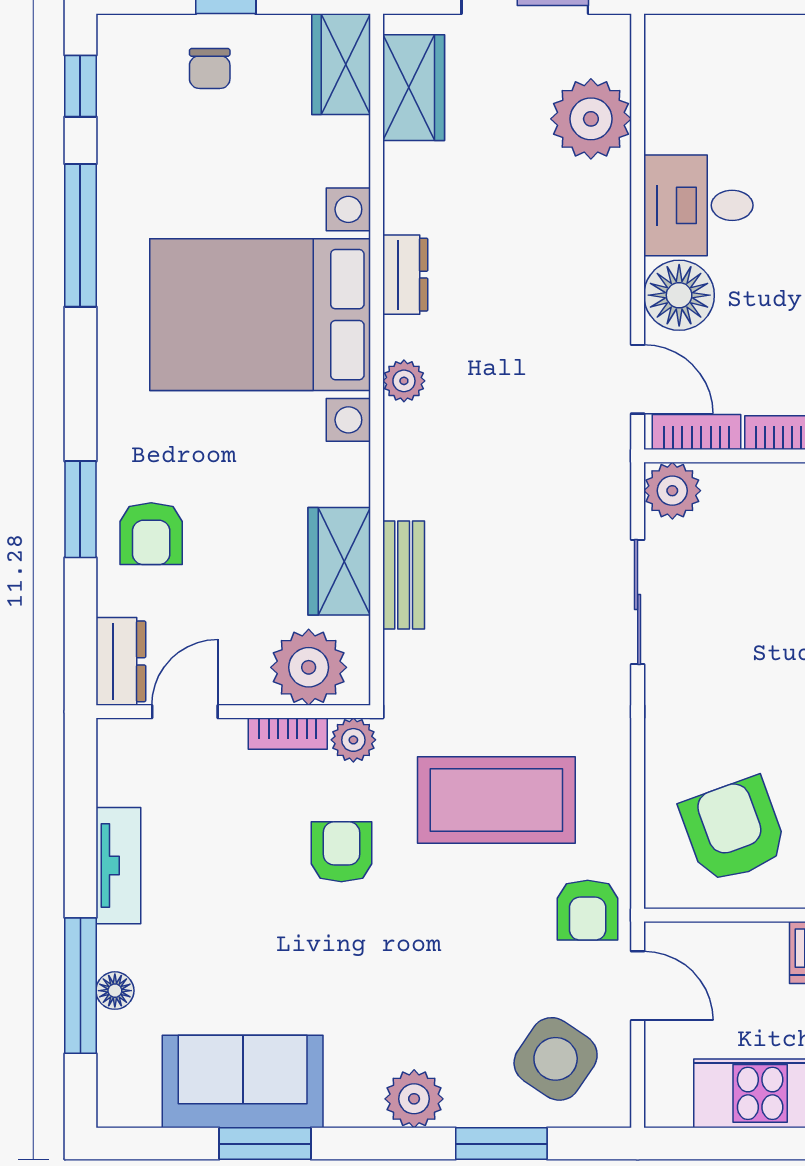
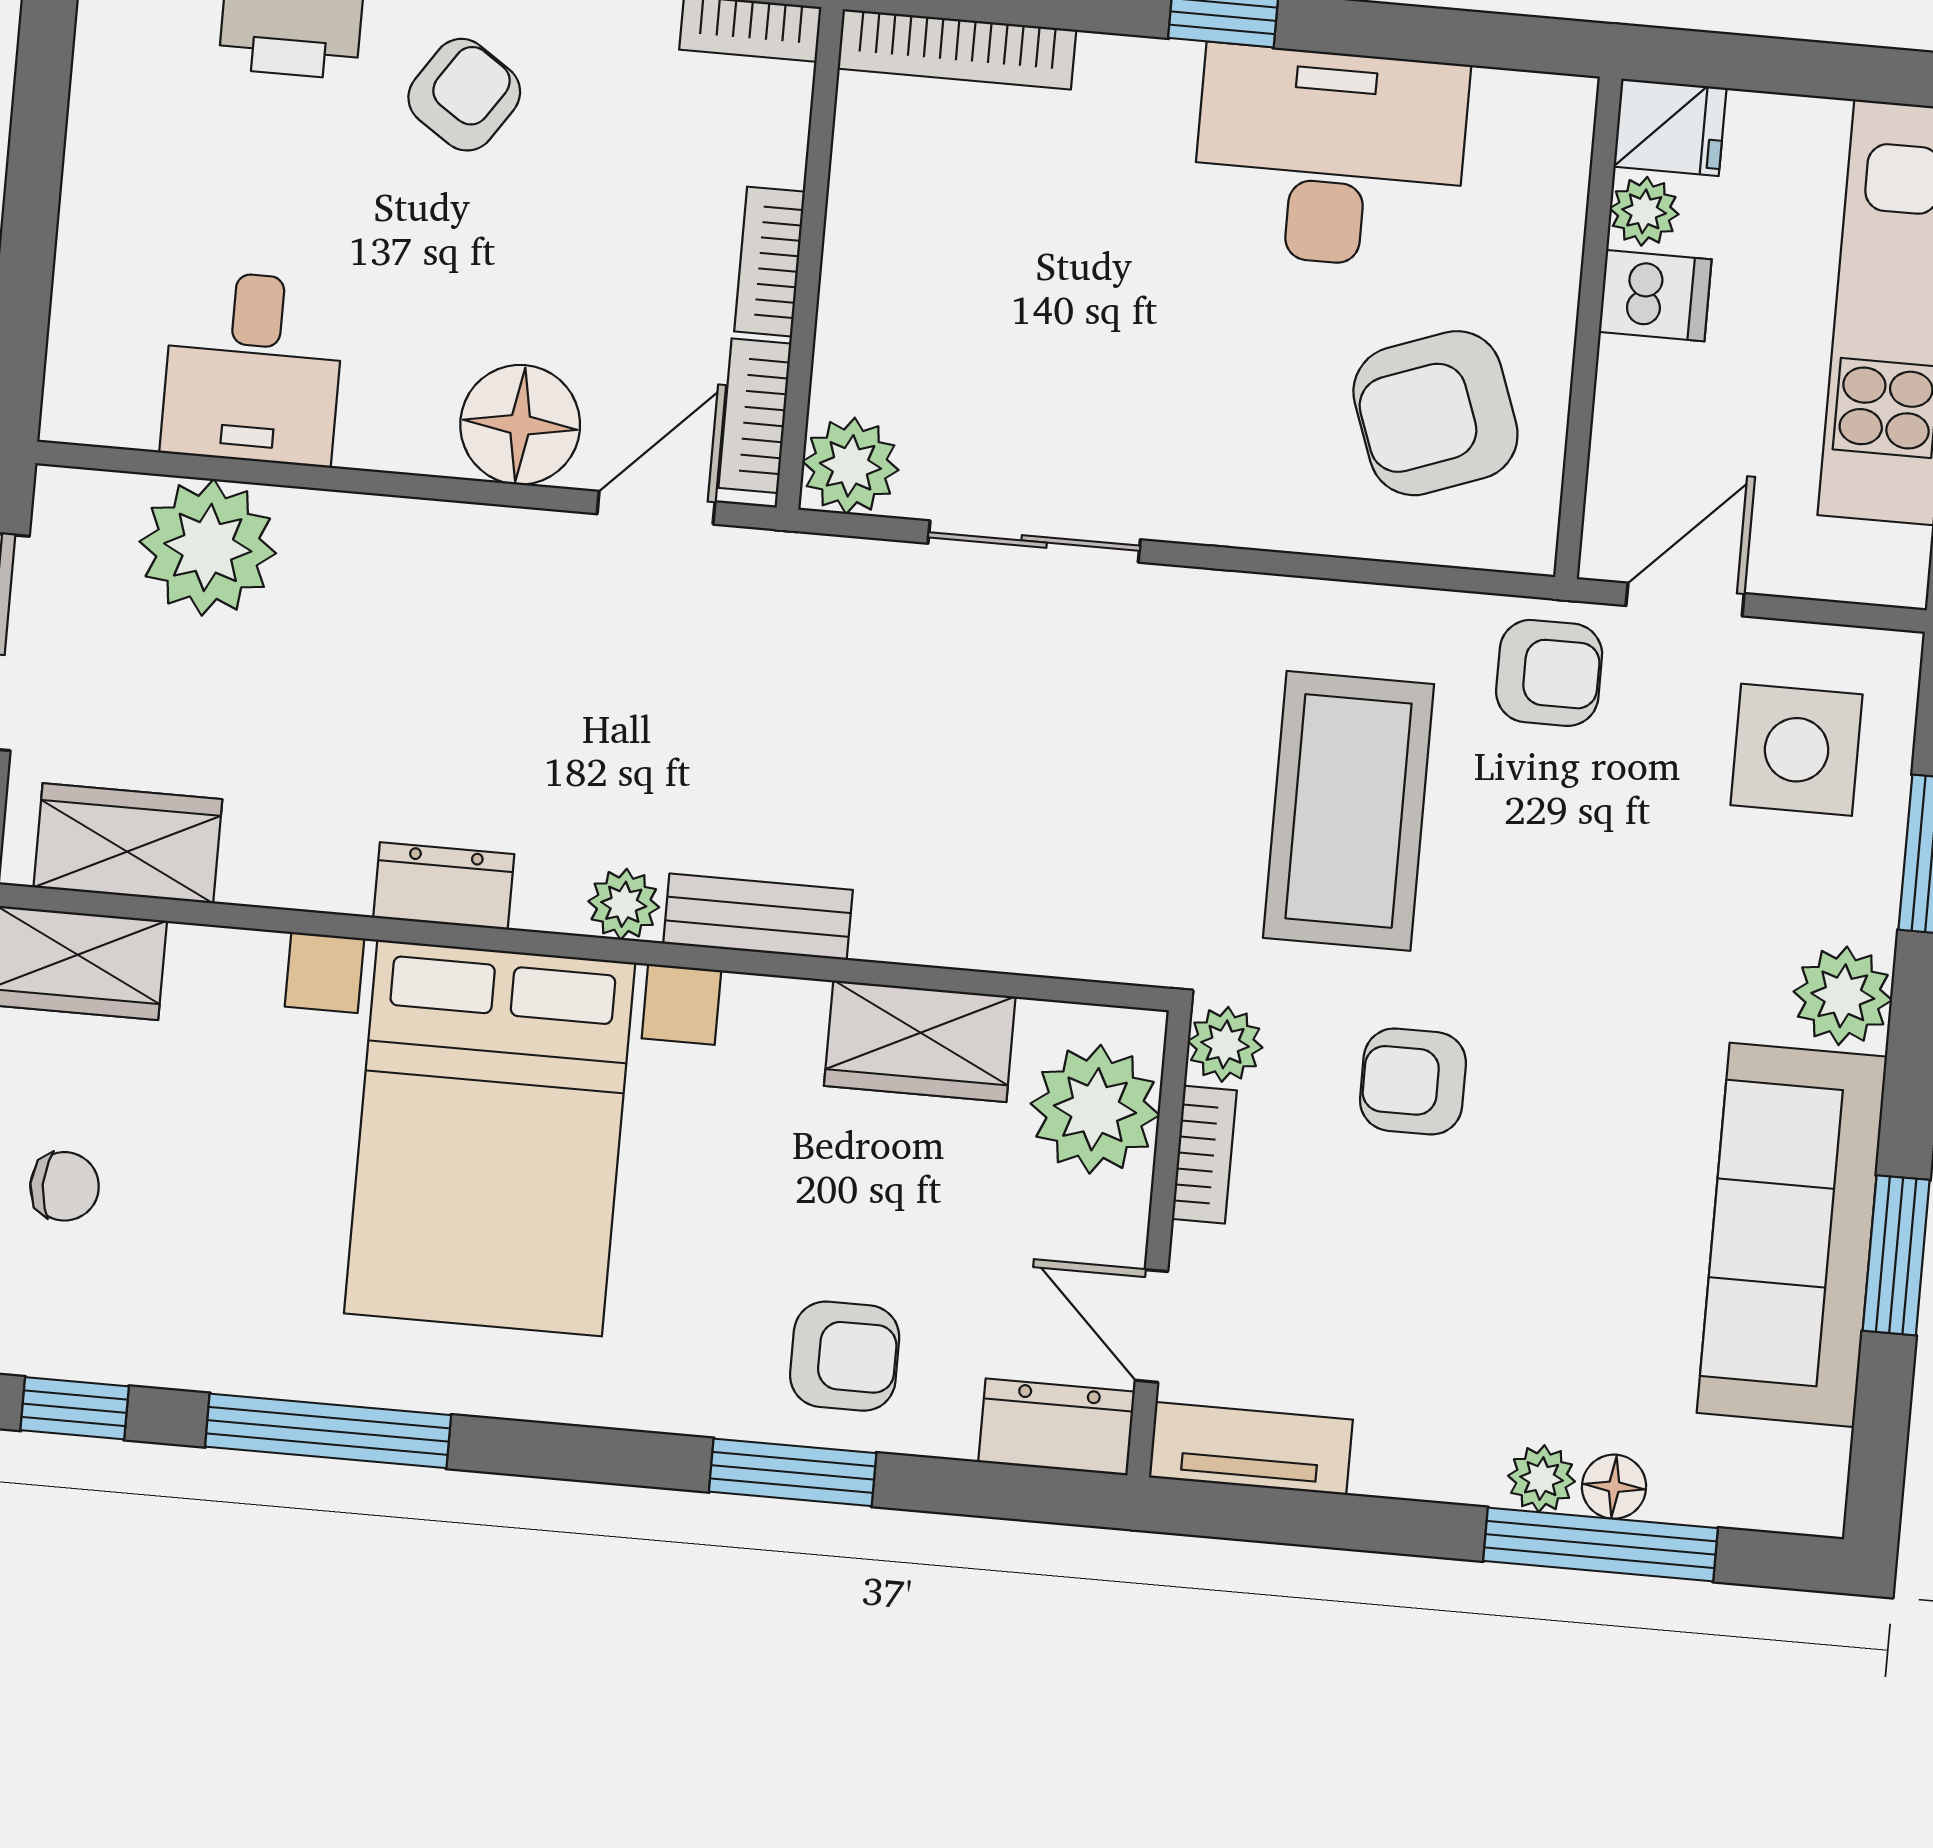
desk: (698, 205) -> (253, 368), moved
bench: (404, 575) -> (758, 917), moved
tv unit: (118, 866) -> (1251, 1449), moved
plant: (116, 948) -> (1542, 1479), added
side table: (556, 1059) -> (1797, 750), turned -34
sofa: (243, 1081) -> (1792, 1235), width x1.36

